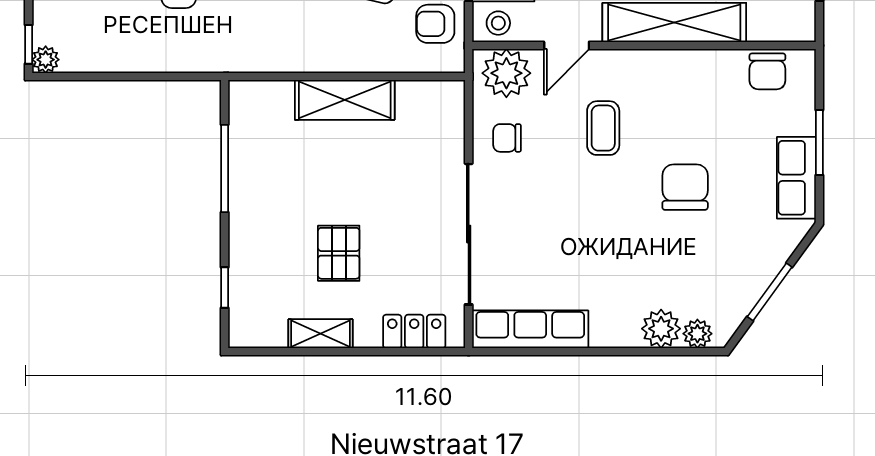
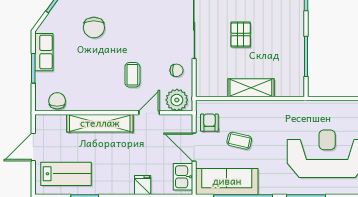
stool: (498, 23) -> (181, 123), removed
armchair: (435, 24) -> (209, 123), turned -90
chair: (685, 187) -> (94, 28), moved
pallet: (339, 253) -> (241, 35), moved

